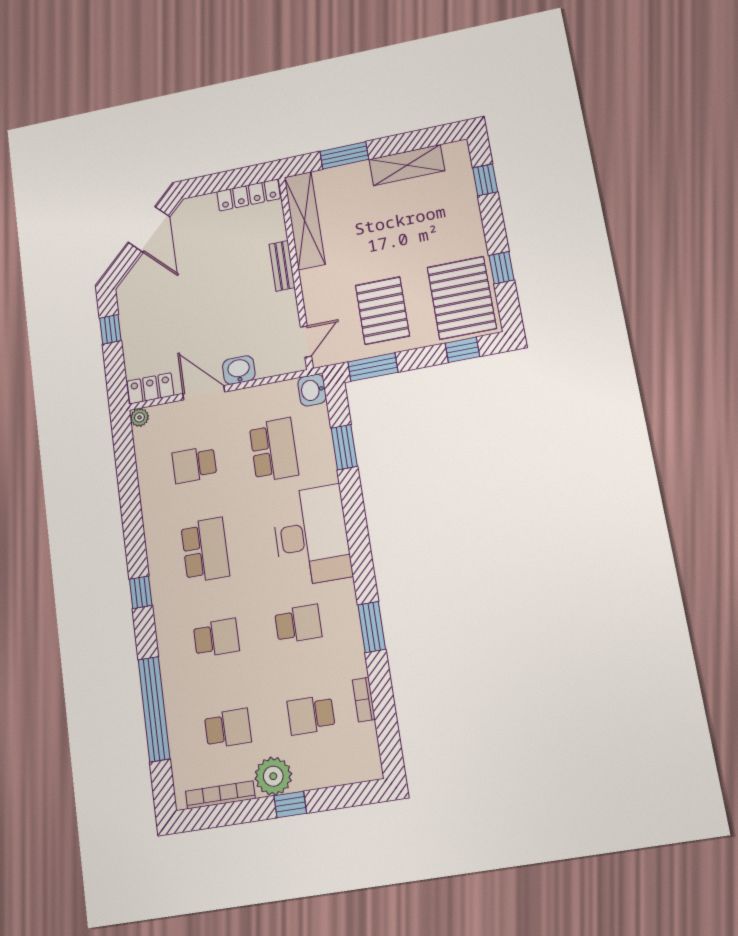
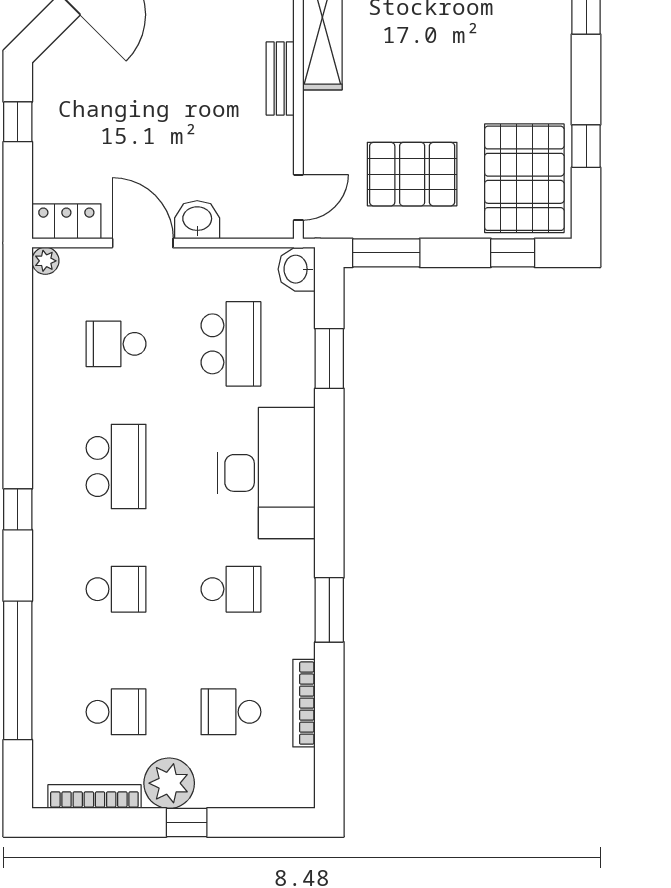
pallet: (382, 311) -> (412, 174), turned 90
bookcase: (364, 700) -> (304, 703), width x1.56

